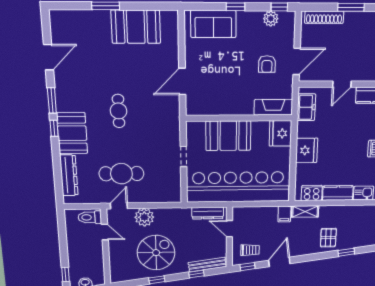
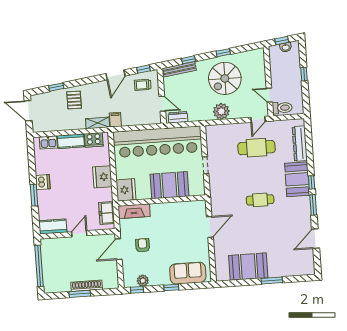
shoe rack: (324, 17) -> (87, 286), moved
cafe table: (119, 111) -> (260, 200), turned 90
dresser: (208, 213) -> (178, 117), width x0.70
plant: (144, 217) -> (221, 111), moved
window: (66, 274) -> (304, 74), moved

